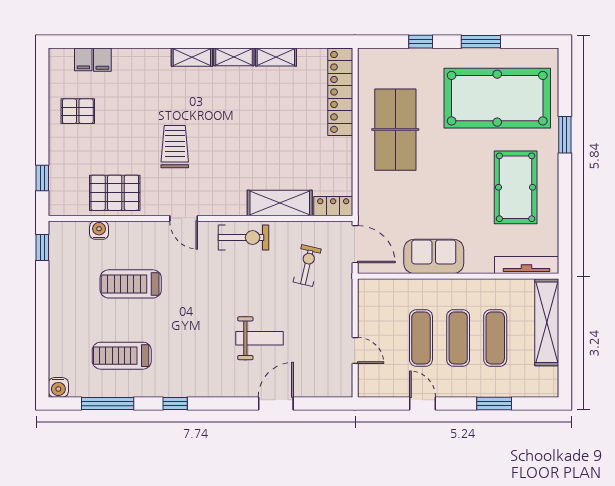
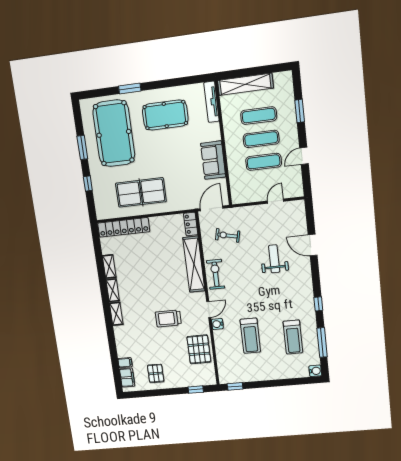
filing cabinet: (83, 59) -> (127, 378), width x2.00
shelving: (280, 203) -> (194, 264), width x1.47
water cooler: (99, 230) -> (217, 324), moved

